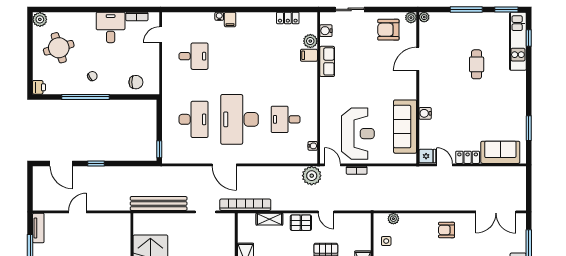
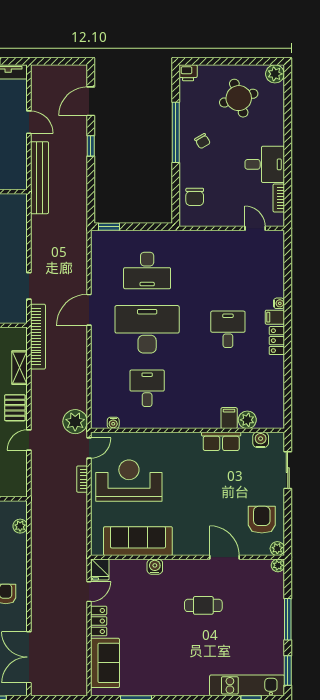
locker: (288, 18) -> (277, 341), moved
desk: (194, 56) -> (228, 329), moved, turned 180
cafe table: (477, 64) -> (203, 605), moved
reception desk: (358, 134) -> (129, 481), turned 180
bench: (159, 203) -> (40, 178), moved

